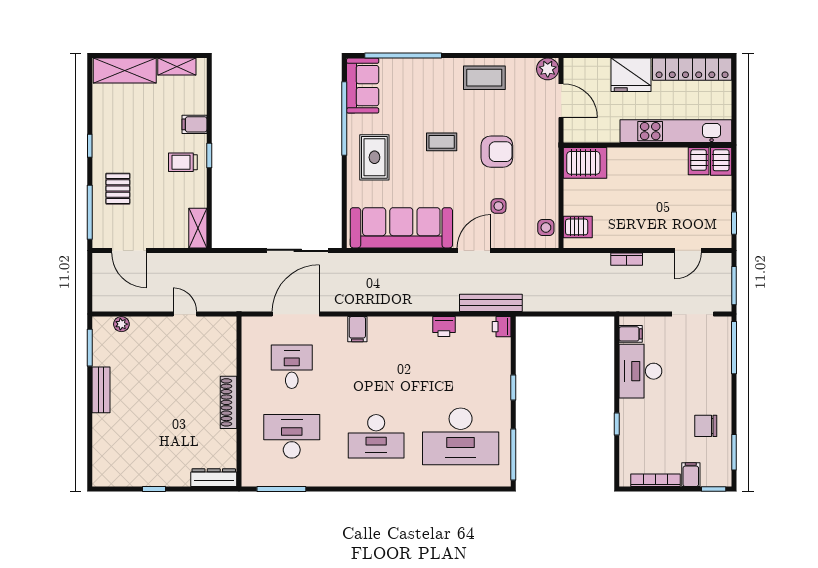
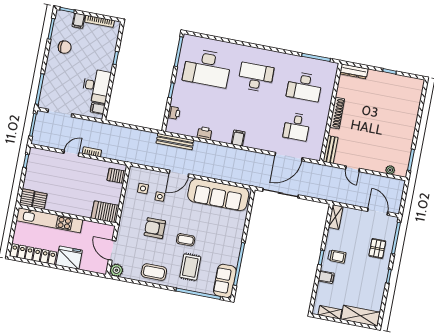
rug: (374, 157) -> (190, 267), moved
side table: (546, 228) -> (143, 188), moved
door: (688, 250) -> (71, 153), moved
printer: (502, 327) -> (174, 113), moved
filing cabinet: (357, 329) -> (238, 138), moved
bench: (101, 390) -> (331, 149), moved
desk: (461, 436) -> (207, 68), turned 180

